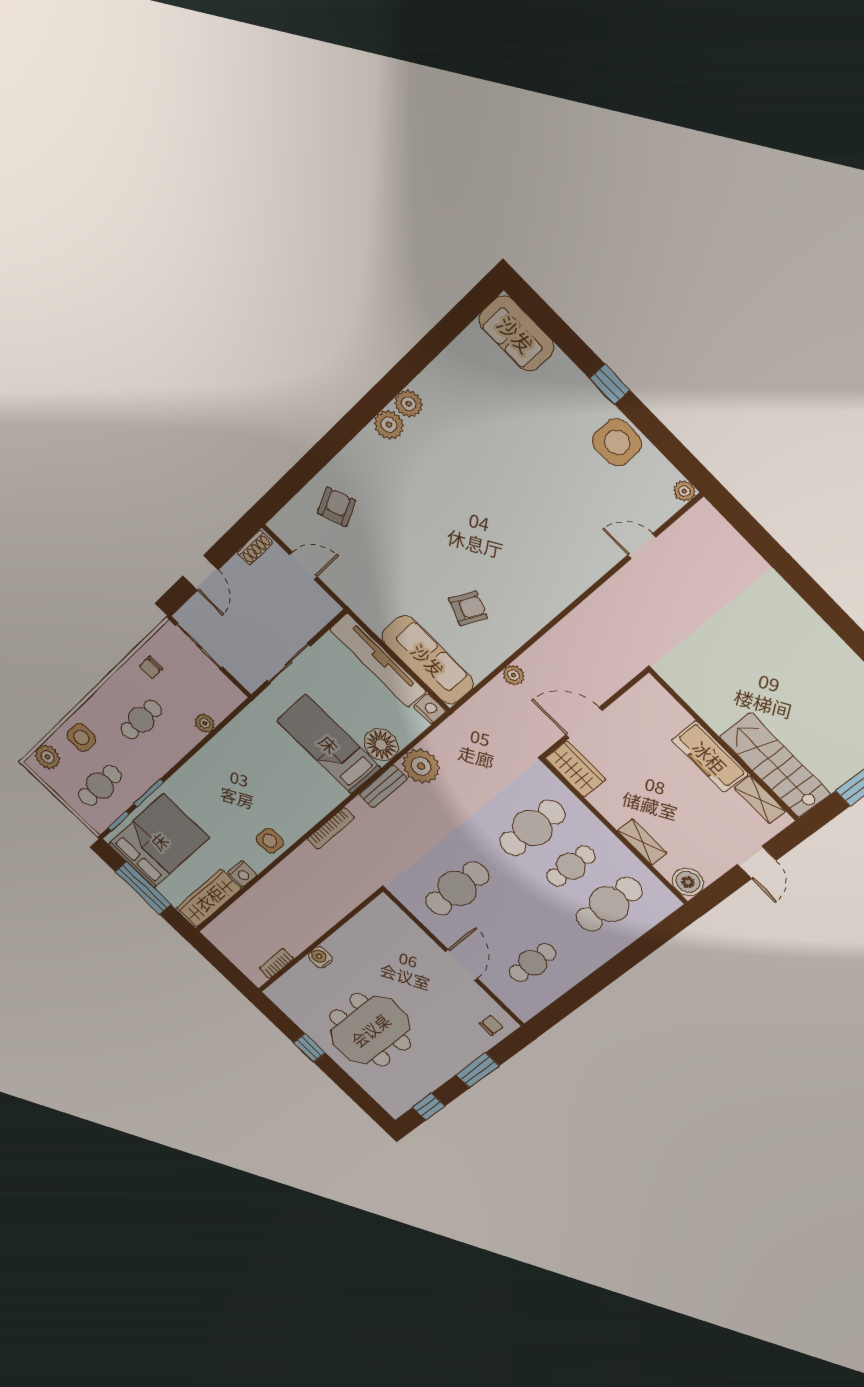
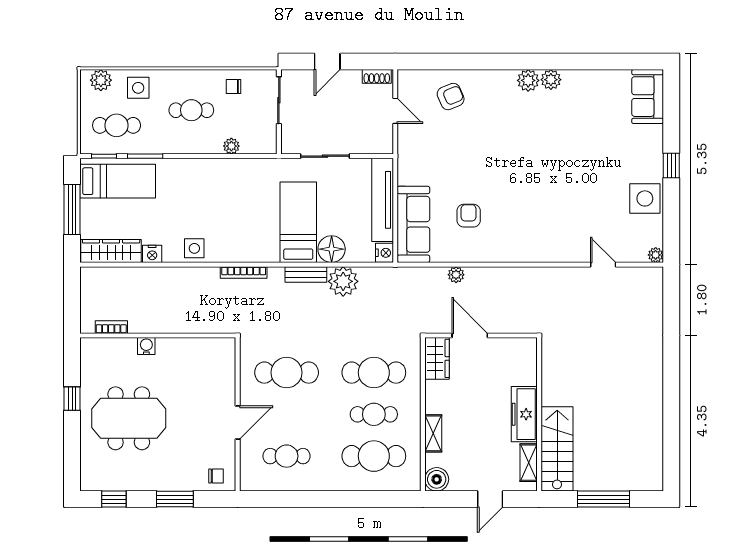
armchair: (468, 608) -> (469, 216), turned -114
bed: (159, 841) -> (118, 181), width x0.67

